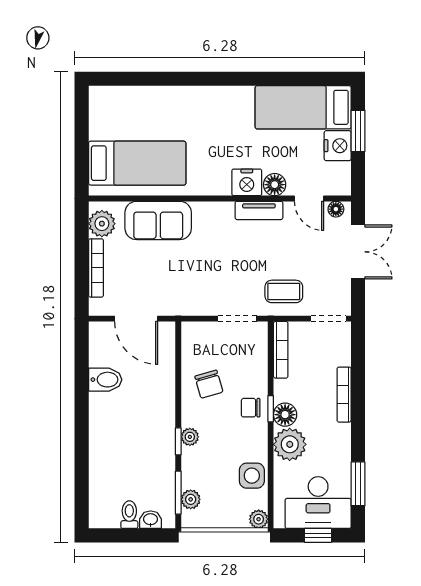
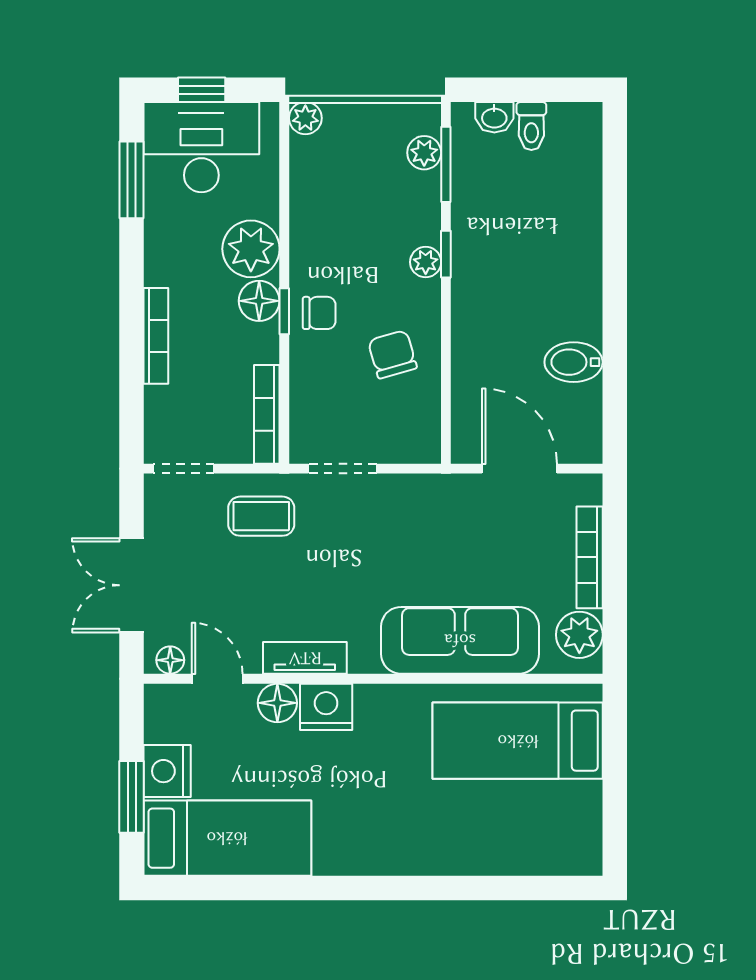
sofa: (158, 220) -> (460, 640), width x1.36
side table: (252, 476) -> (317, 194), removed

